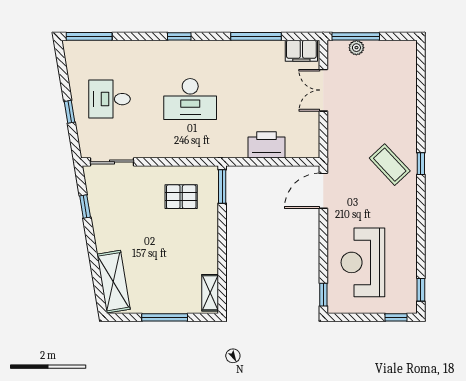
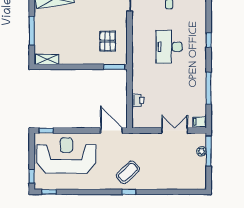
filing cabinet: (301, 51) -> (200, 122), width x0.50
printer: (266, 145) -> (138, 100), width x0.53, depth x0.68
reception desk: (363, 262) -> (66, 155), width x1.36, depth x1.30

